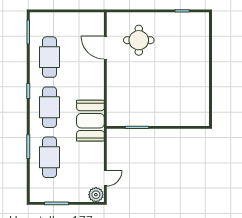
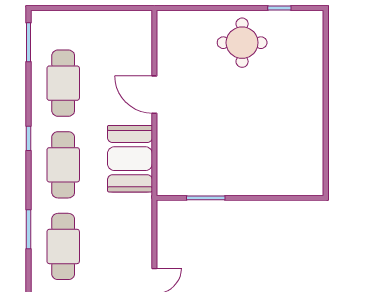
round table: (139, 40) -> (242, 43), moved
door: (105, 48) -> (154, 95), moved
booth: (90, 121) -> (130, 159), moved

